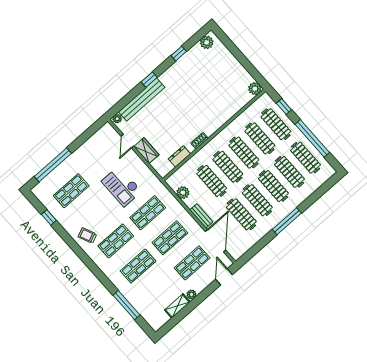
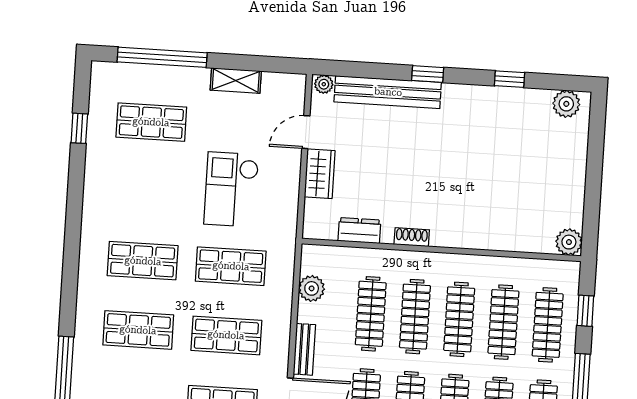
shelving: (86, 148) -> (236, 81), added
trolley: (87, 236) -> (109, 211), removed

